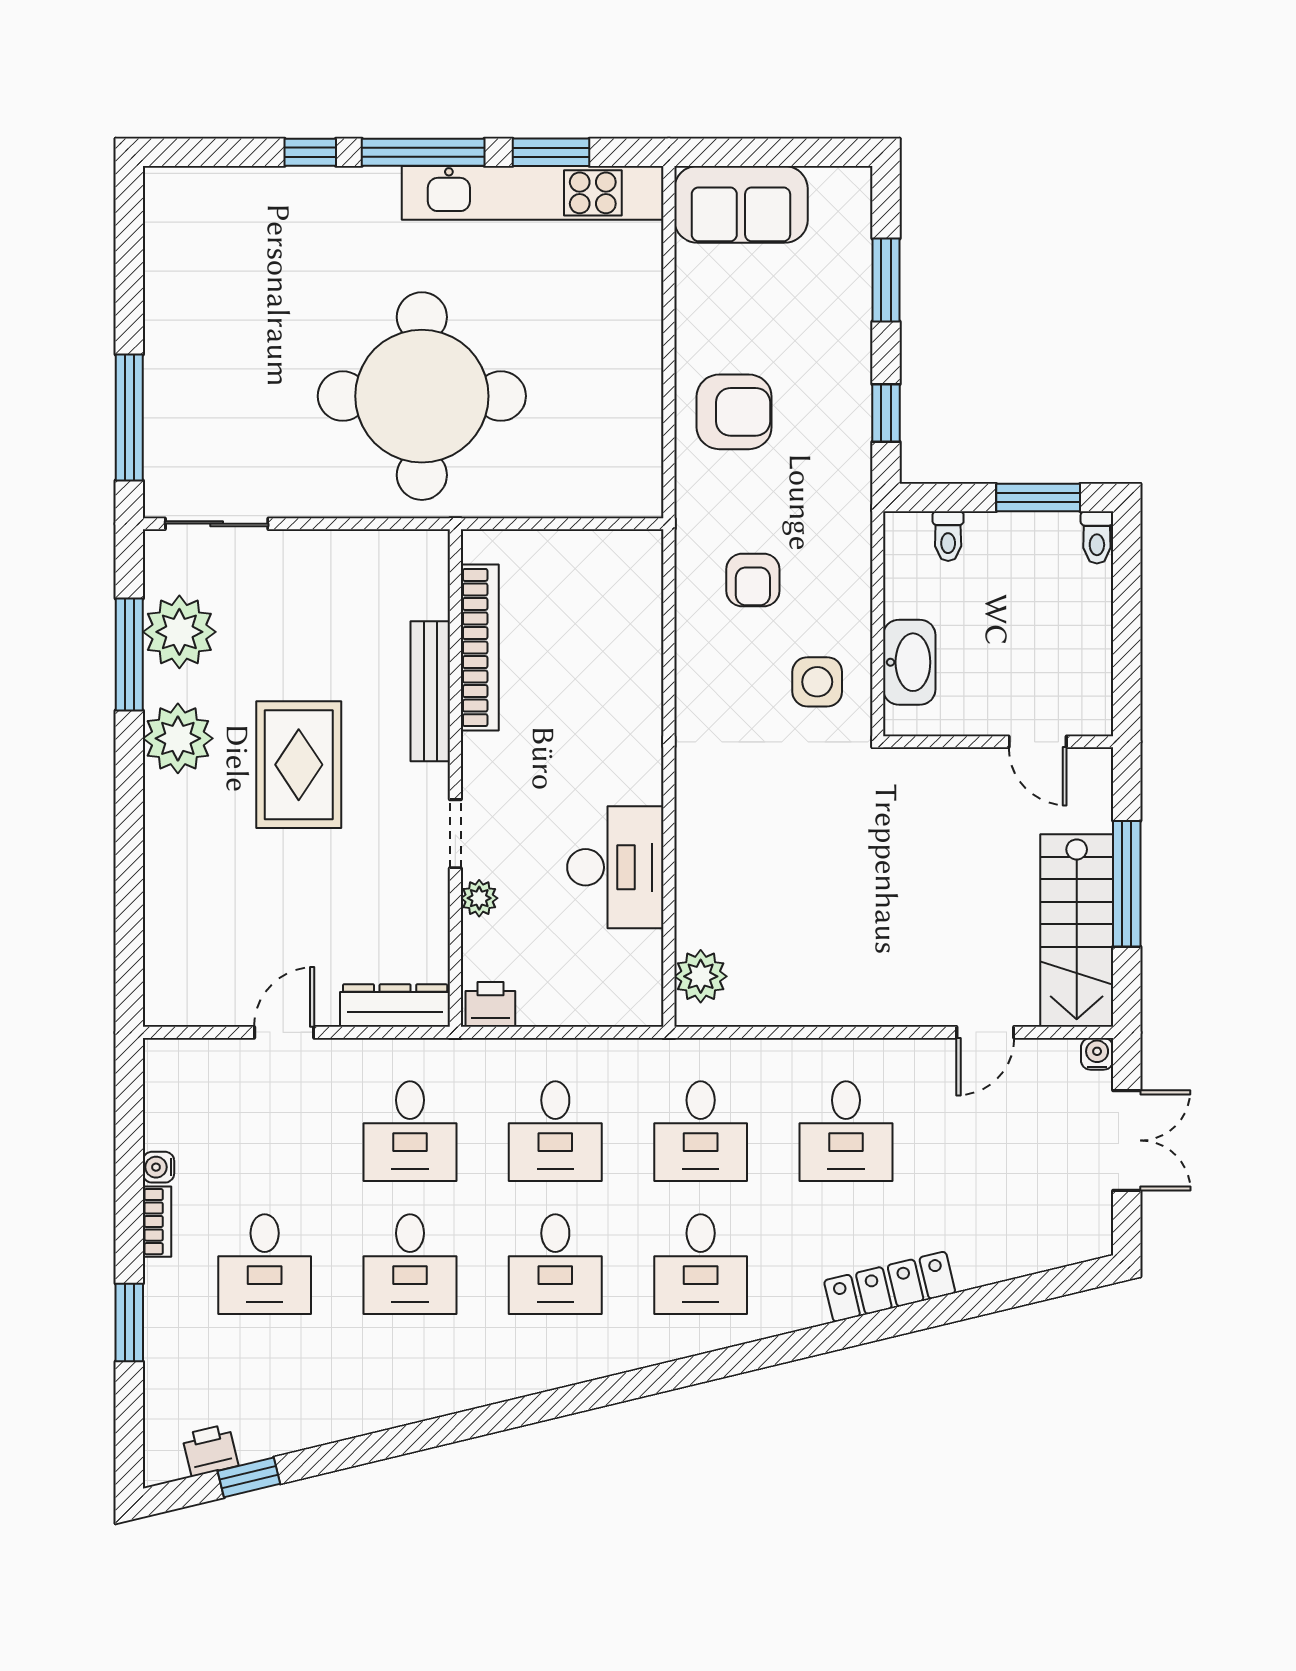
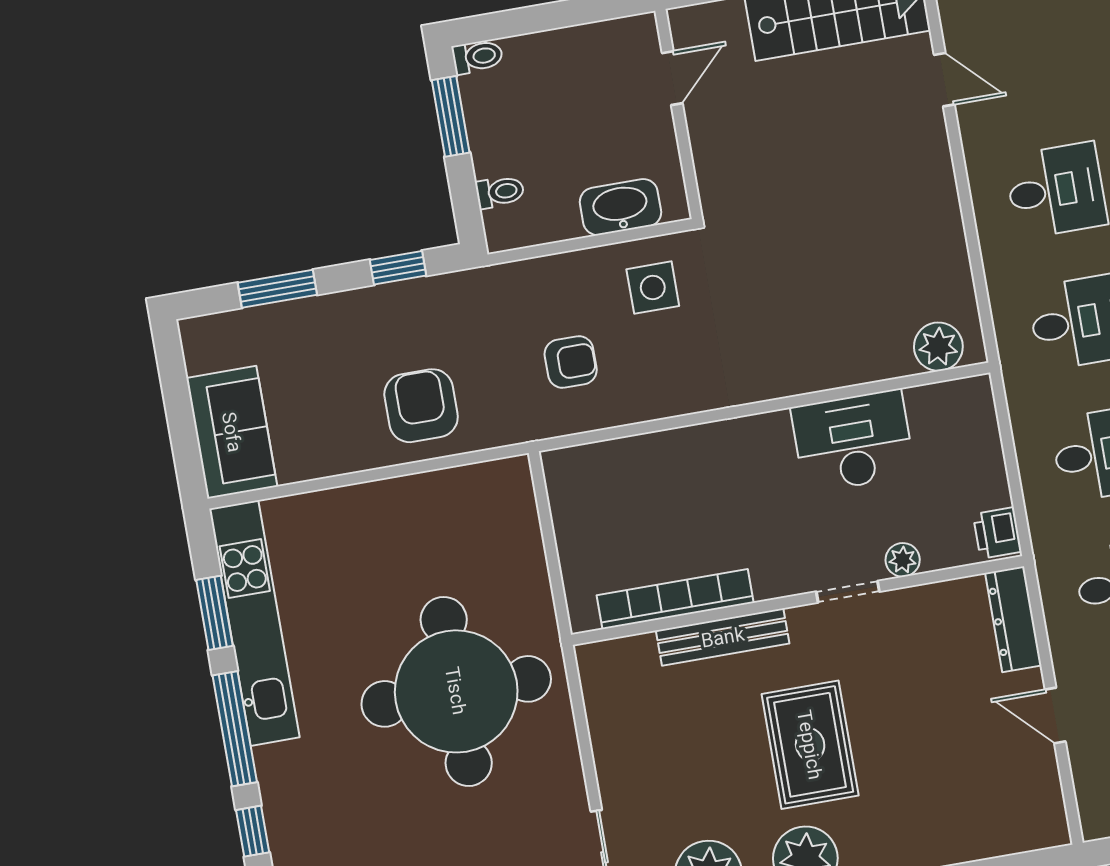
rug: (299, 765) -> (810, 745), turned 90

